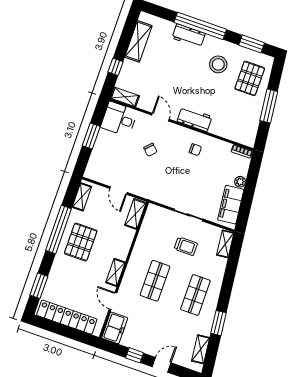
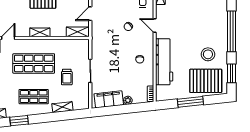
workbench: (188, 36) -> (221, 25), removed
pallet: (250, 78) -> (206, 81), width x1.37, depth x1.41
door: (160, 117) -> (155, 26), swing flipped
workbench: (195, 119) -> (164, 62), width x1.87, depth x1.32
shelving: (225, 244) -> (62, 107), moved
shelving: (115, 272) -> (40, 32), moved
shop shelf: (155, 281) -> (34, 63), width x1.43, depth x1.36

